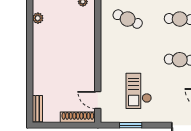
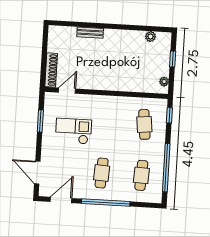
cafe table: (128, 19) -> (144, 124), turned -30
bench: (37, 109) -> (90, 33), moved

